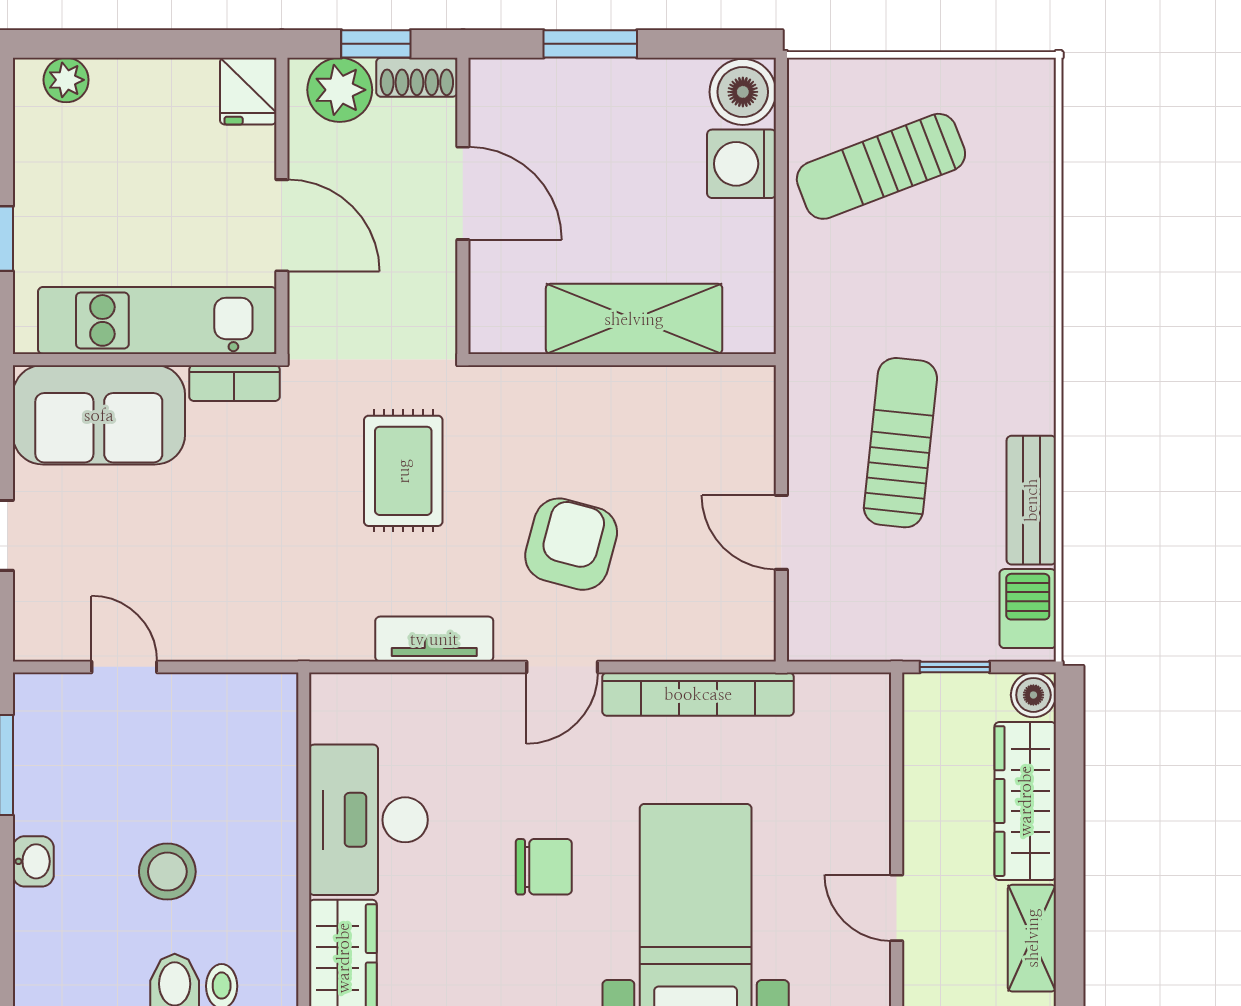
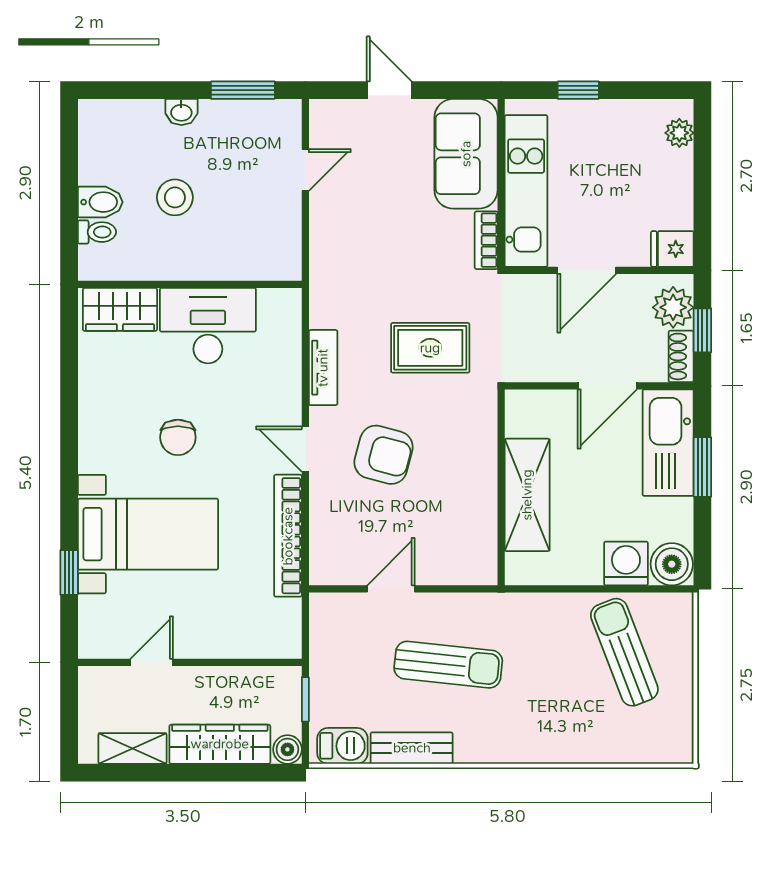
kitchen sink: (552, 98) -> (668, 443), added

